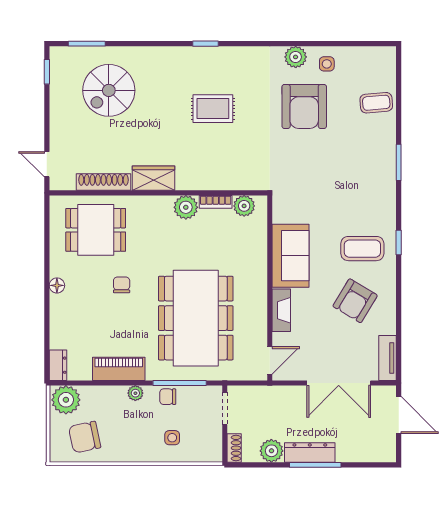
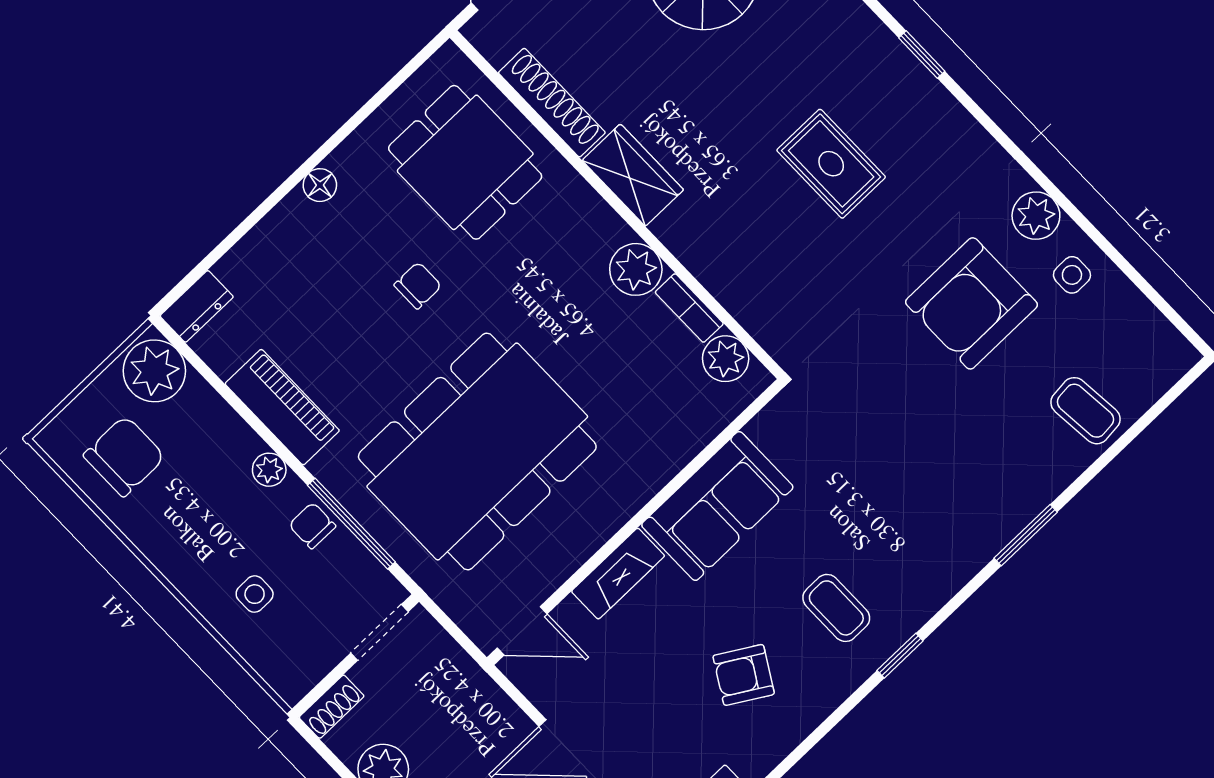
coffee table: (362, 249) -> (836, 608), width x0.73, depth x0.77
armchair: (355, 301) -> (744, 675), width x0.72, depth x0.72
chair: (85, 437) -> (124, 456), turned 102

